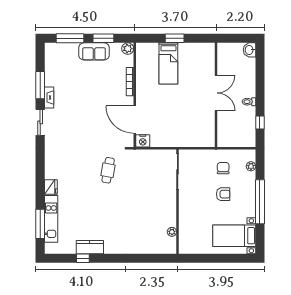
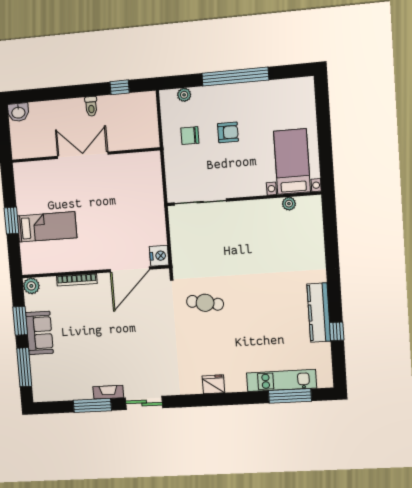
fridge: (51, 187) -> (213, 384), moved
armchair: (223, 194) -> (228, 132), turned 90
bed with nightstands: (234, 236) -> (292, 162), moved, turned 180
kitchen counter: (90, 247) -> (319, 313), width x1.50

